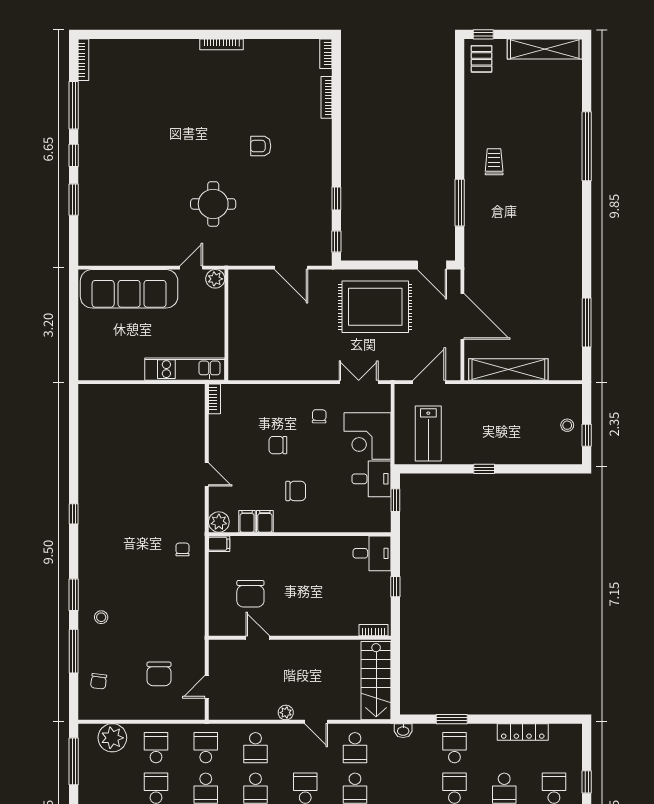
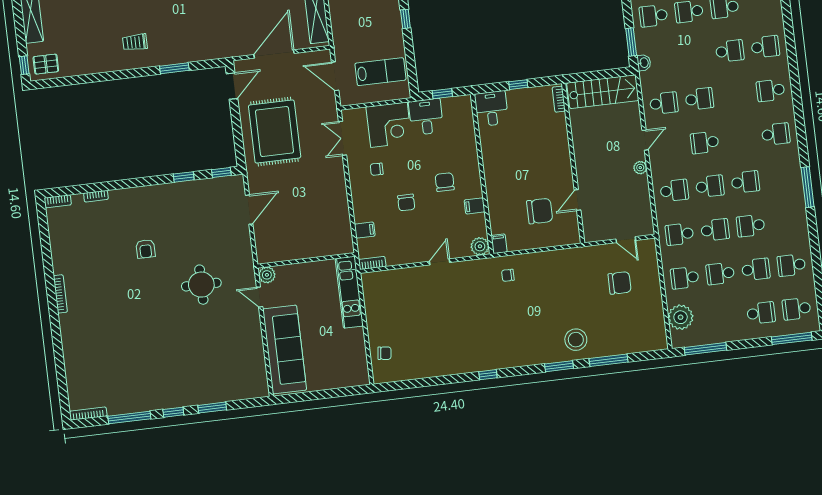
bookcase: (327, 97) -> (96, 196), width x0.64
window: (460, 203) -> (174, 68), width x0.69
filing cabinet: (247, 521) -> (365, 230), moved, turned 180
stool: (101, 617) -> (576, 340), width x1.89, depth x1.89
chair: (99, 681) -> (384, 353), moved
window: (452, 719) -> (631, 42), moved

